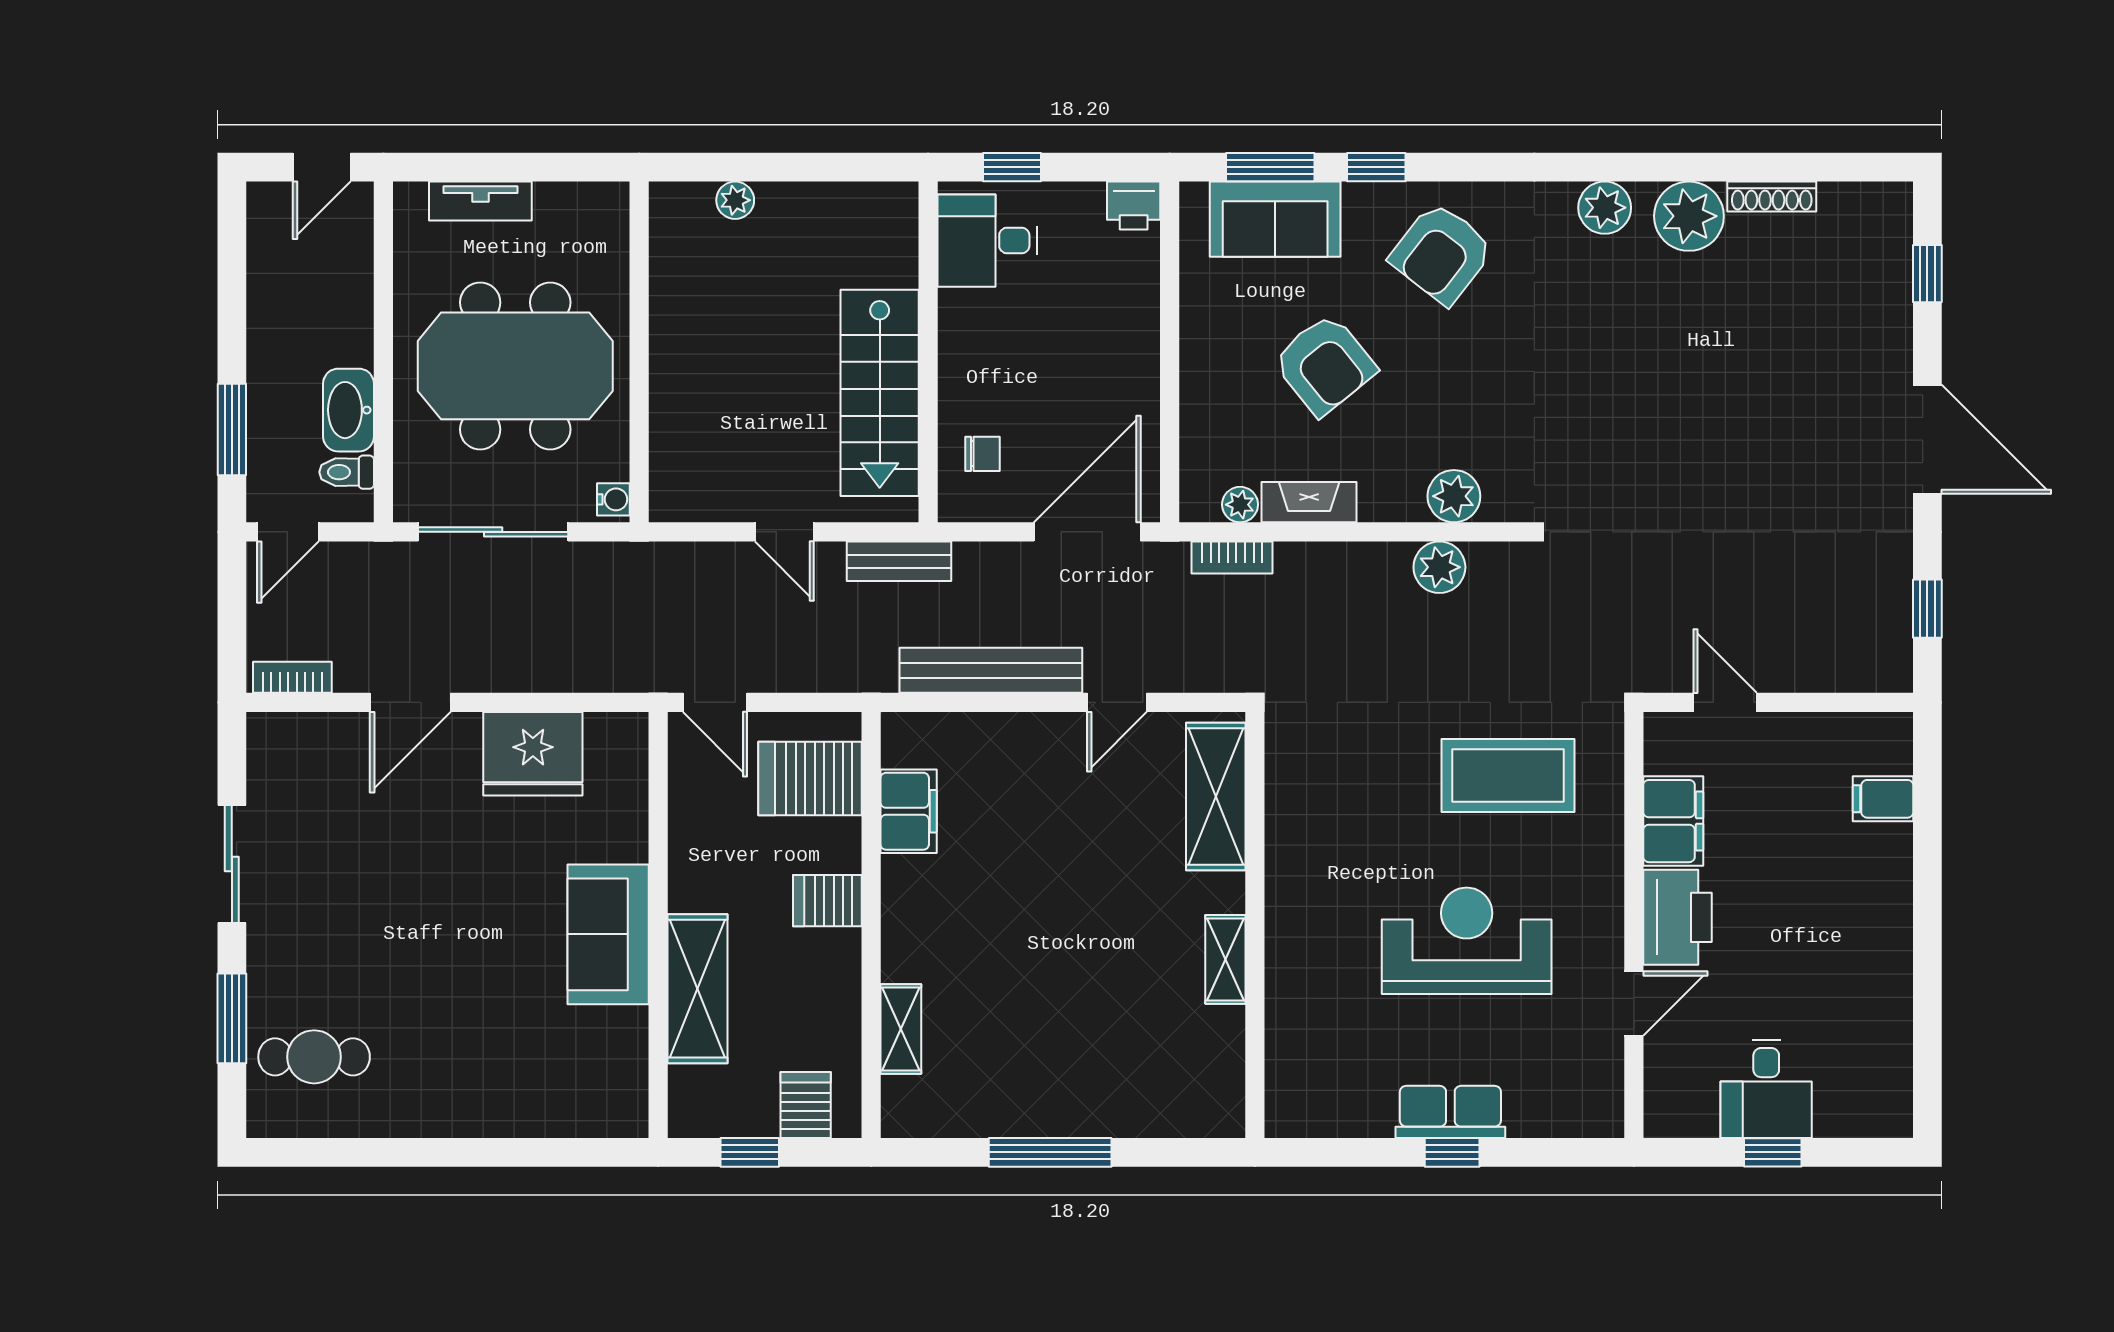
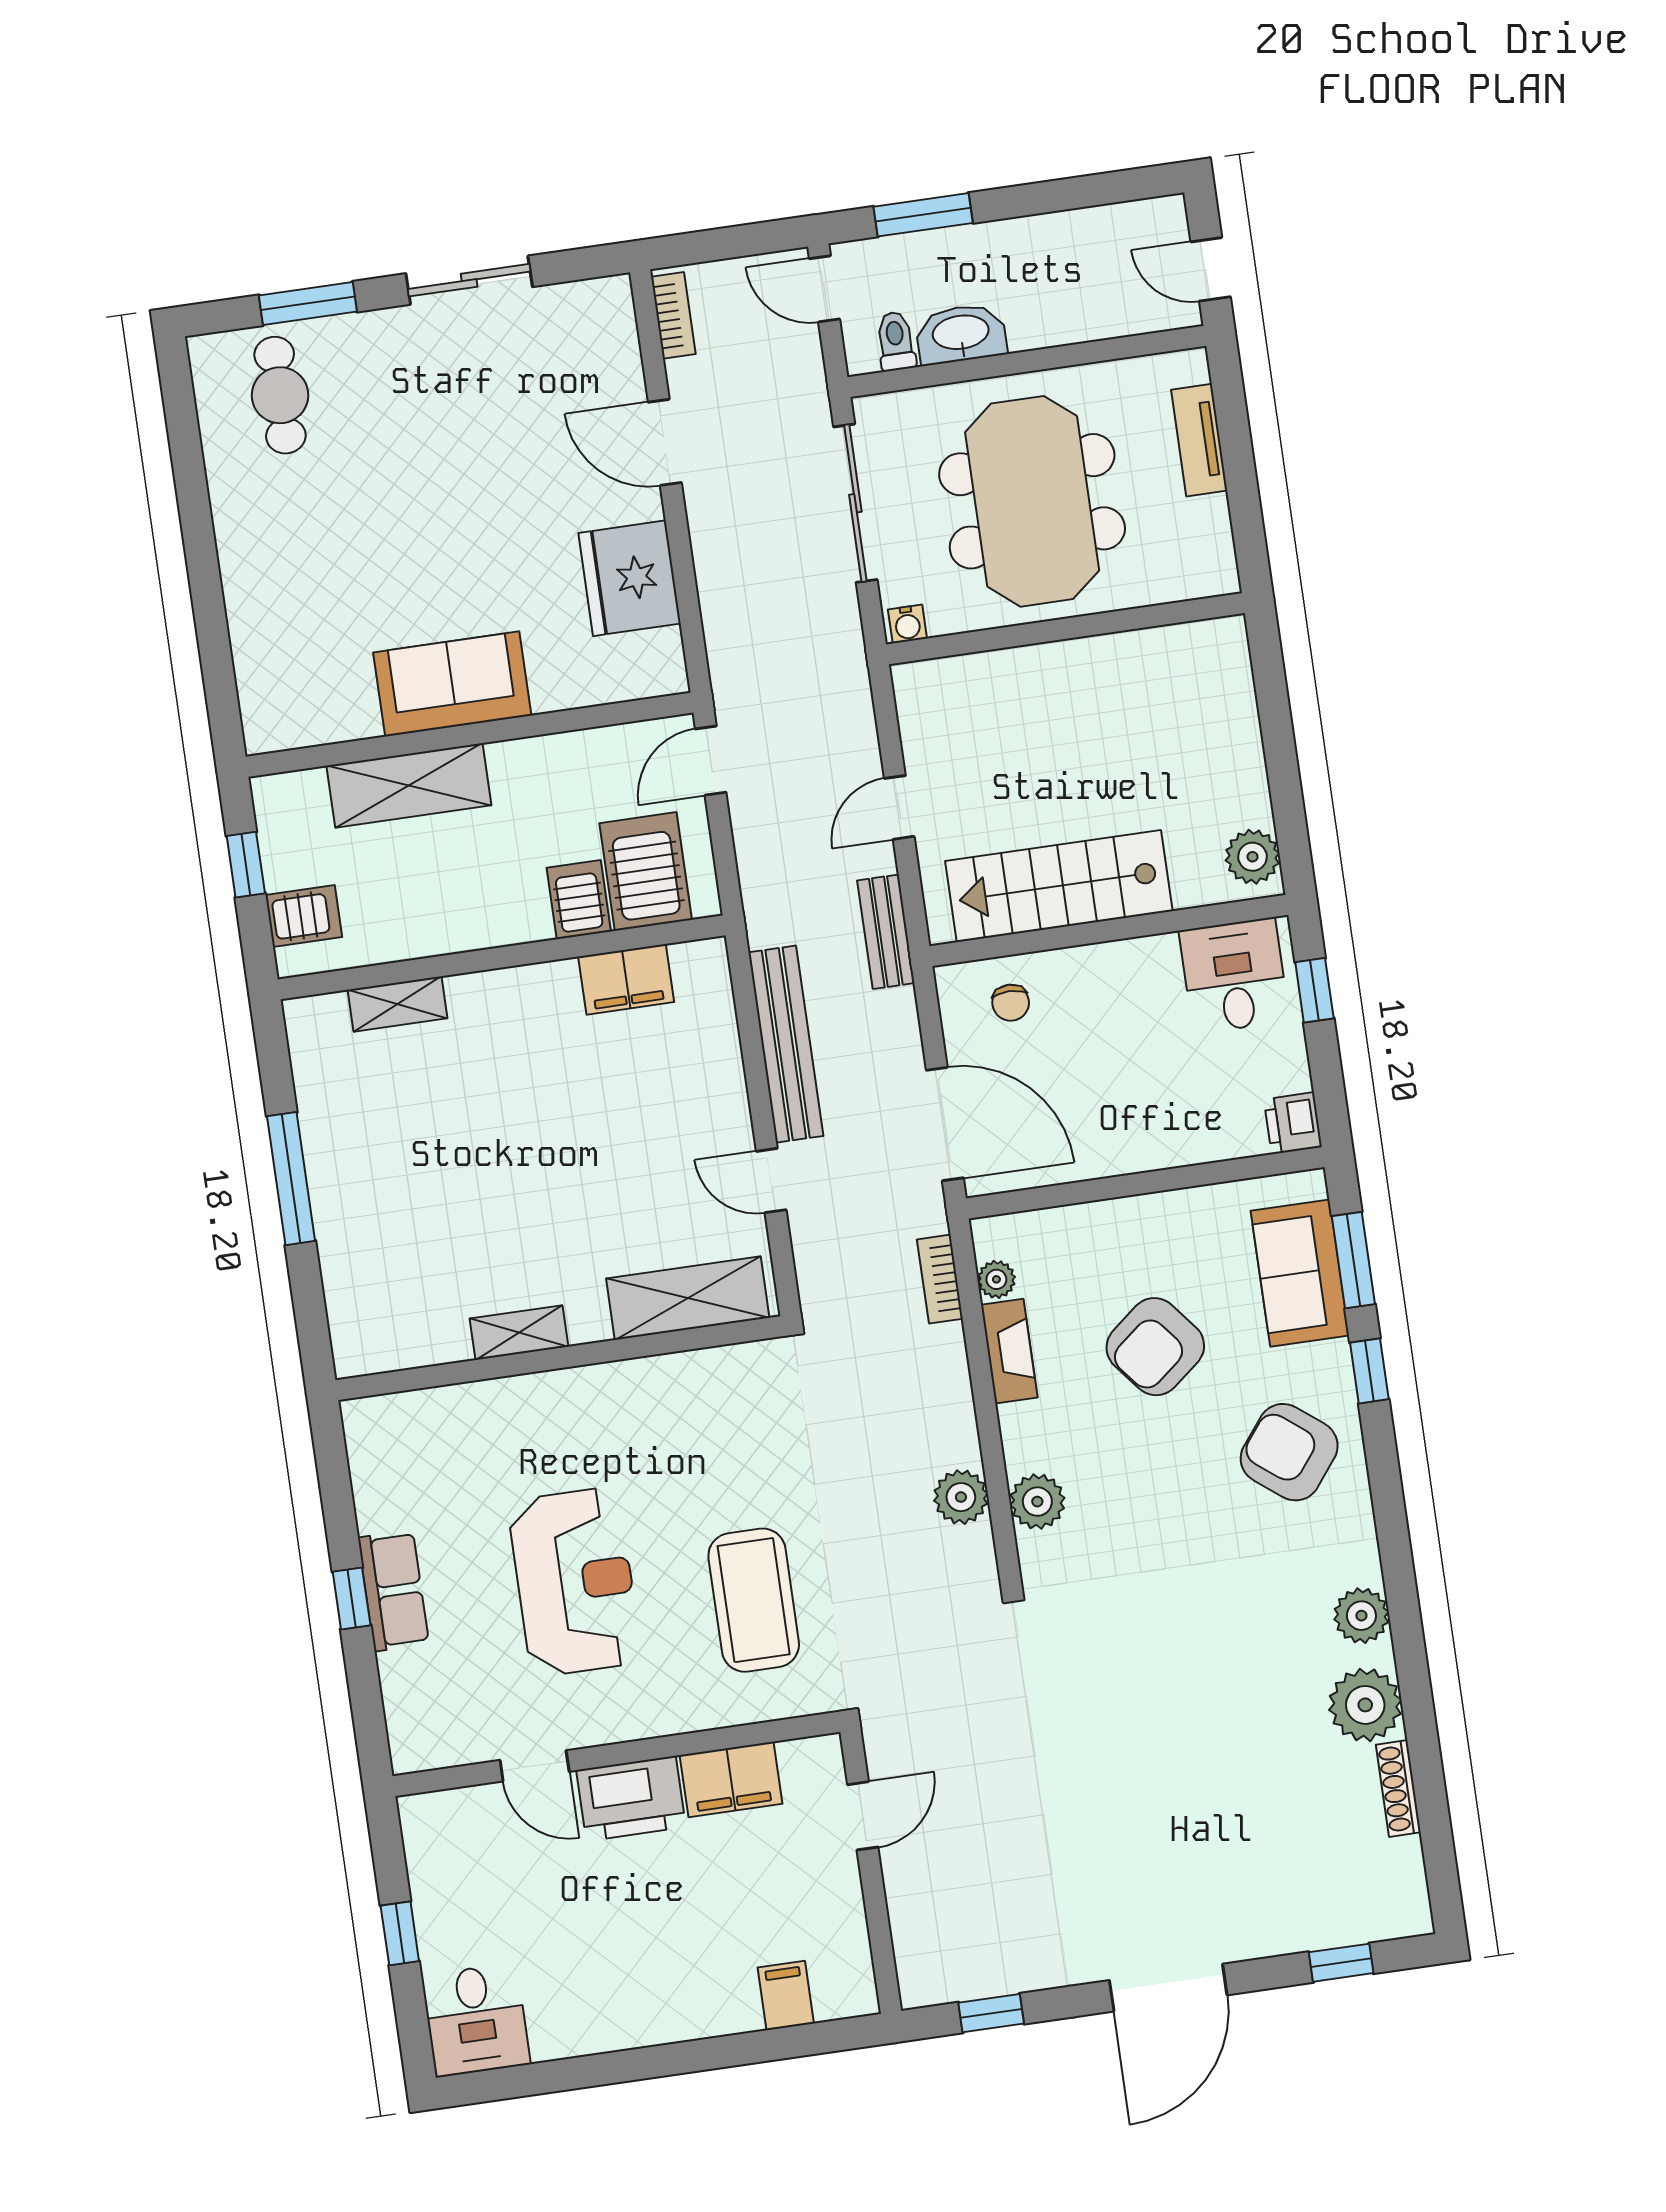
plant: (735, 200) -> (1253, 857), moved, width x1.38, depth x1.38
server rack: (827, 901) -> (579, 900), moved
desk: (1766, 1089) -> (476, 2020), moved, turned -90

